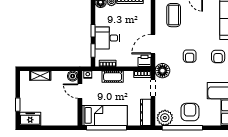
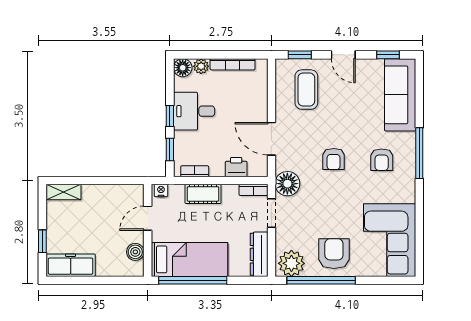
desk: (107, 38) -> (194, 111), moved
door: (153, 44) -> (271, 139), hinge flipped
printer: (144, 61) -> (236, 167), moved
shelving: (40, 76) -> (63, 192), moved
boiler: (73, 76) -> (135, 252), moved
door: (80, 91) -> (148, 218), hinge flipped
freezer: (30, 119) -> (71, 265), width x1.40

